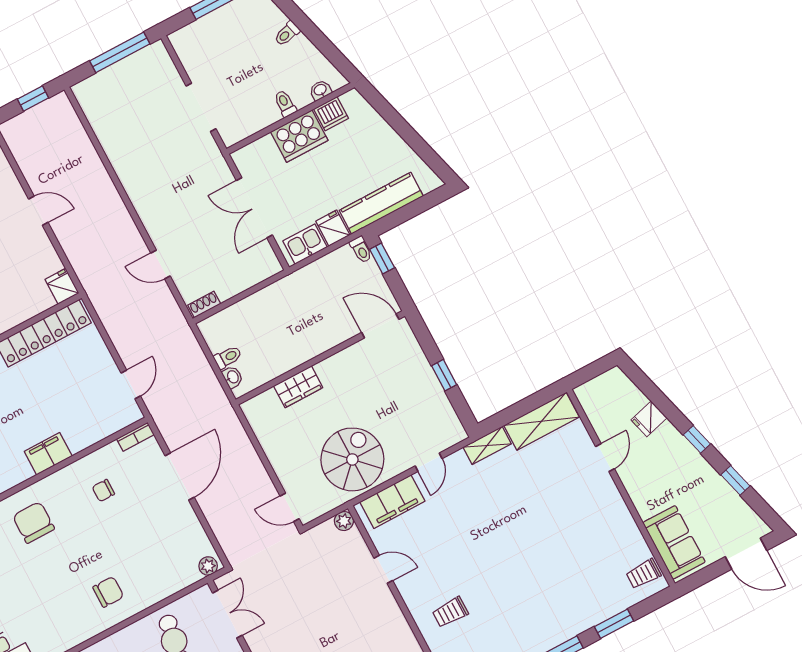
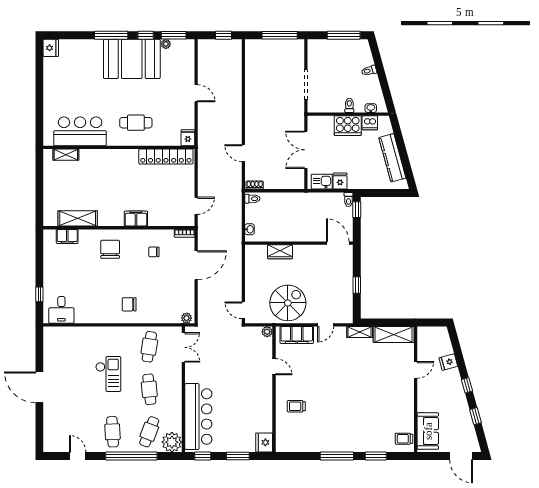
kitchen counter: (381, 203) -> (392, 158), moved, turned -105
toilet: (228, 357) -> (252, 199), moved
chair: (108, 592) -> (129, 304), turned 180

